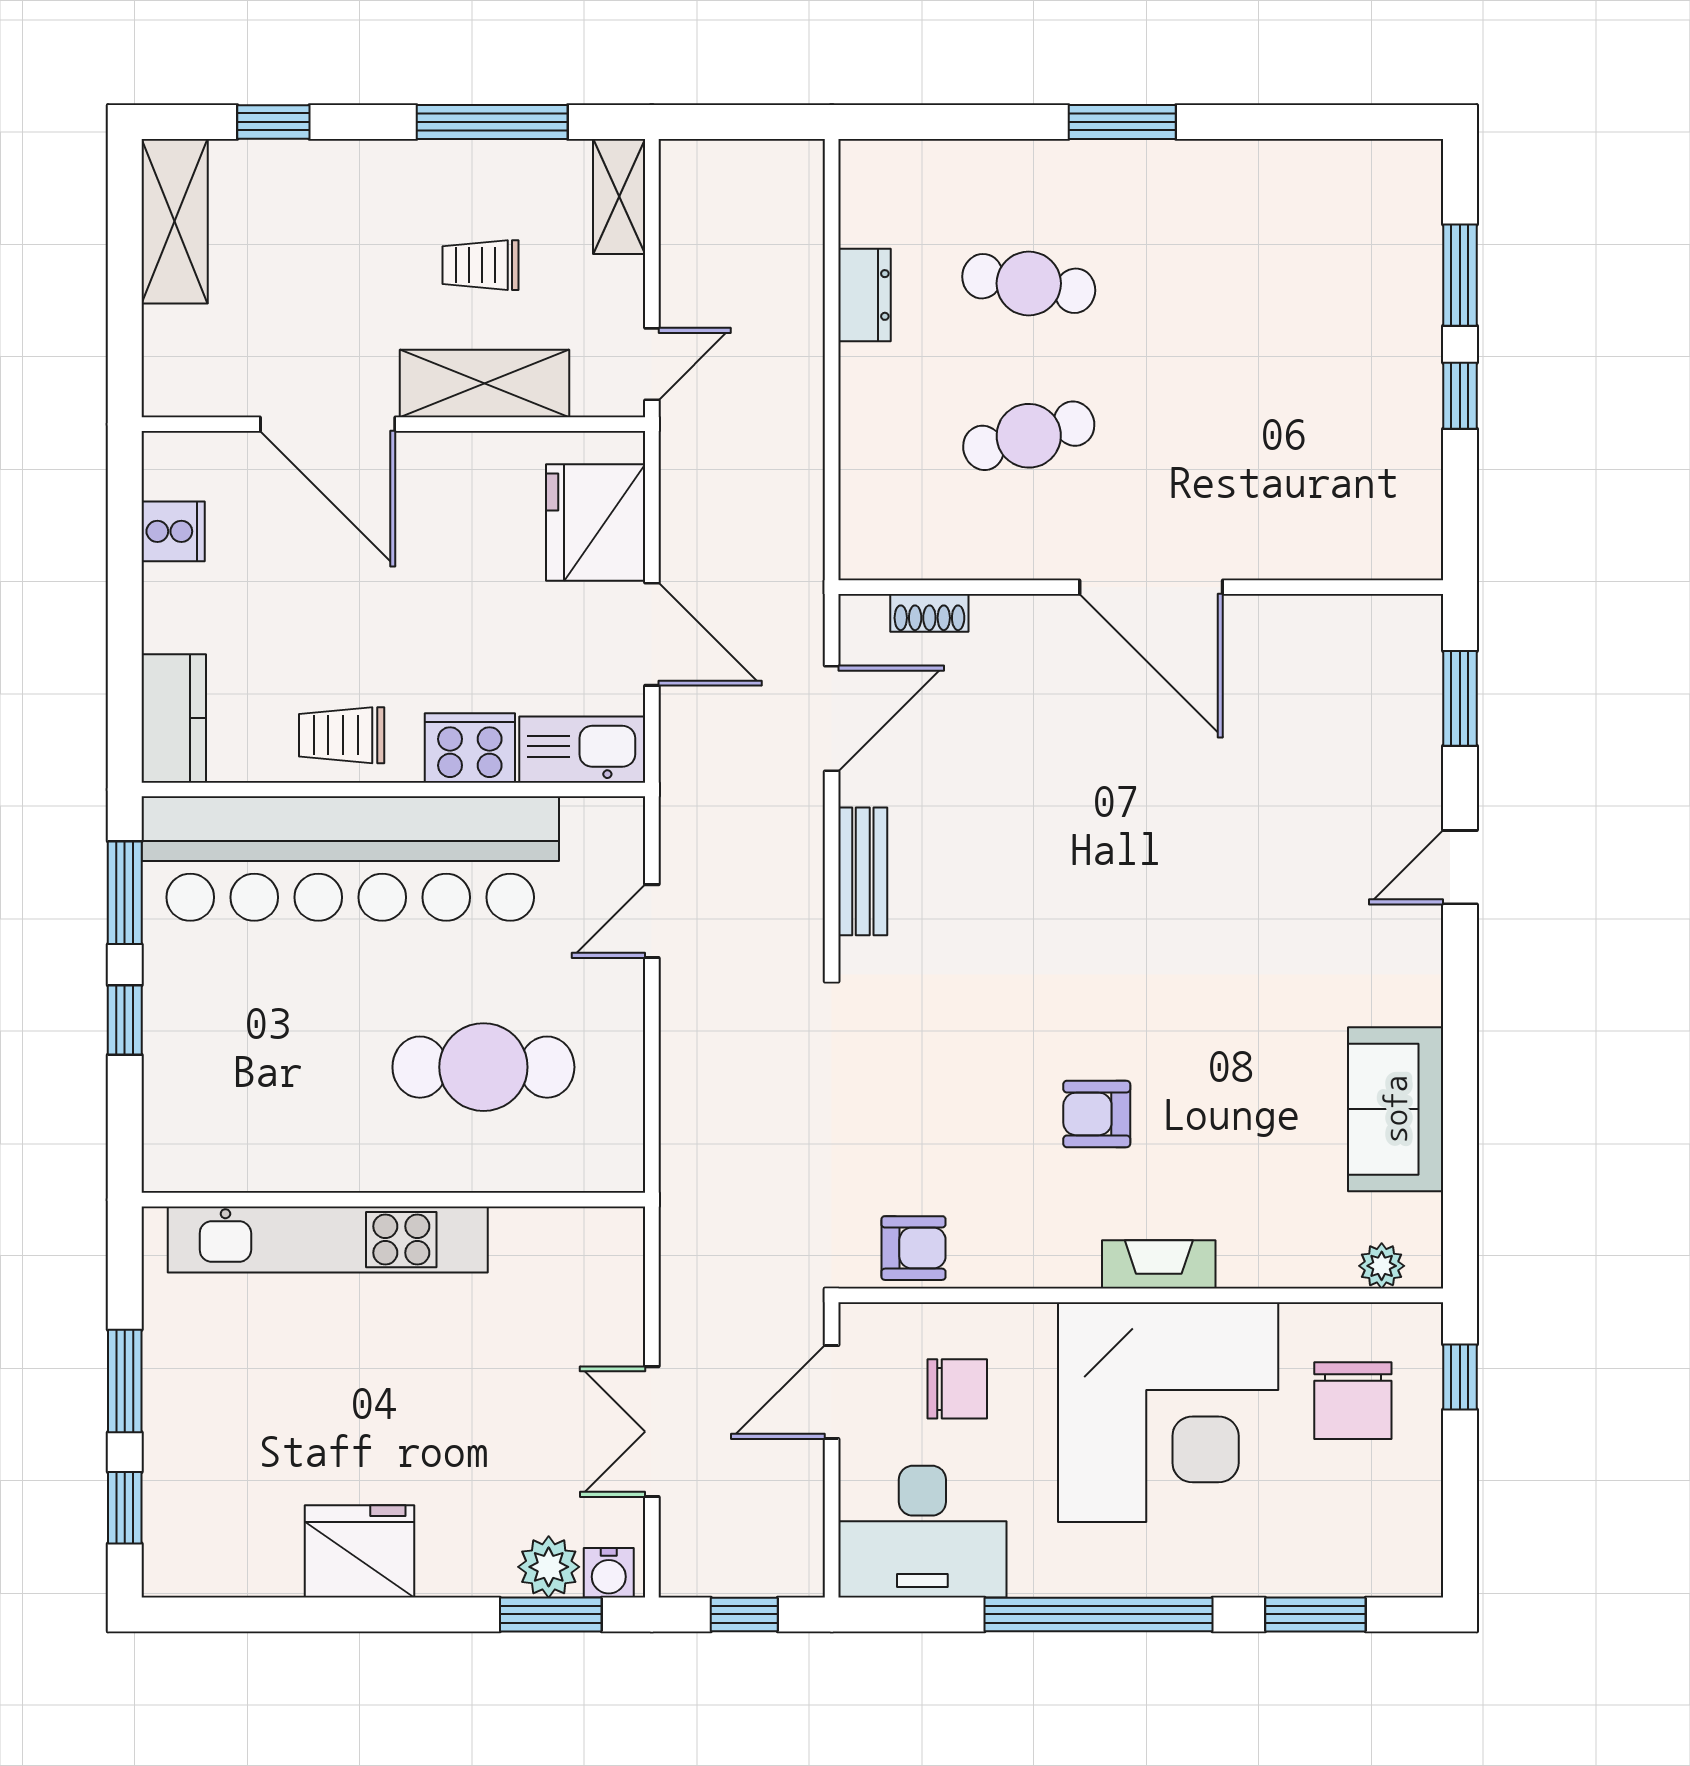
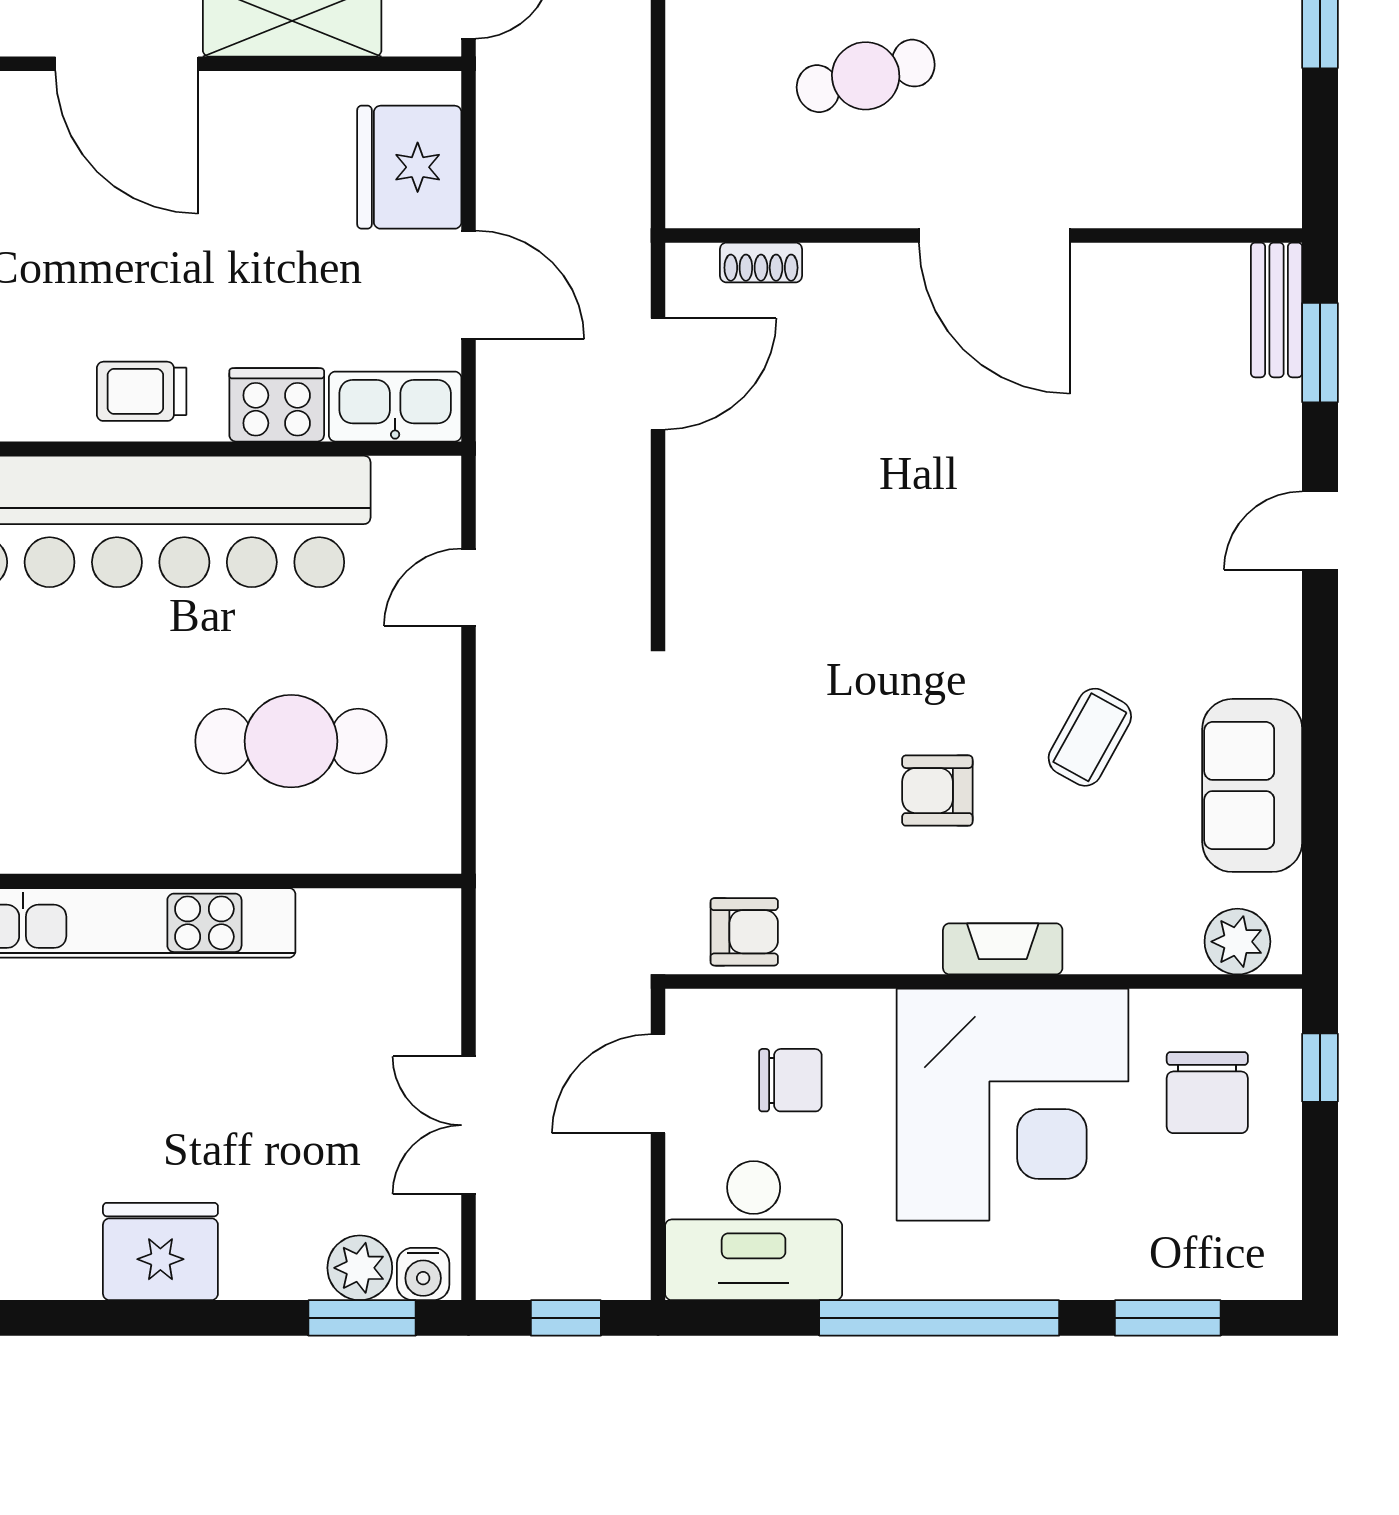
bench: (863, 871) -> (1277, 310), moved
coffee table: (1241, 1063) -> (1090, 737), added
plant: (1382, 1266) -> (1237, 942), width x1.38, depth x1.38

